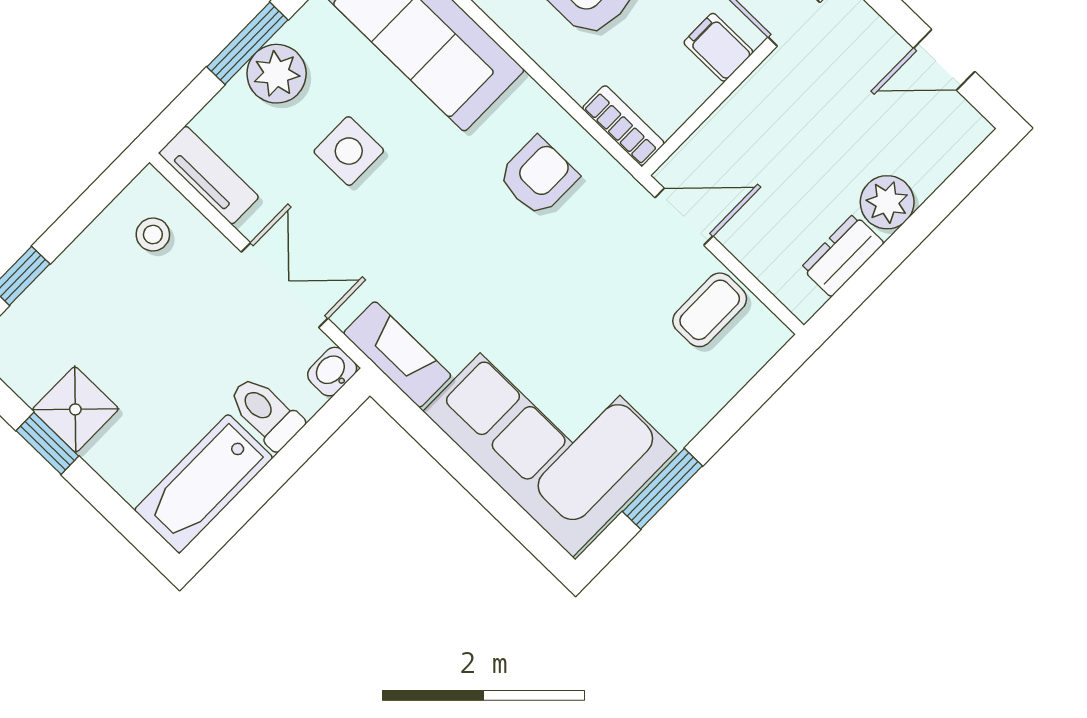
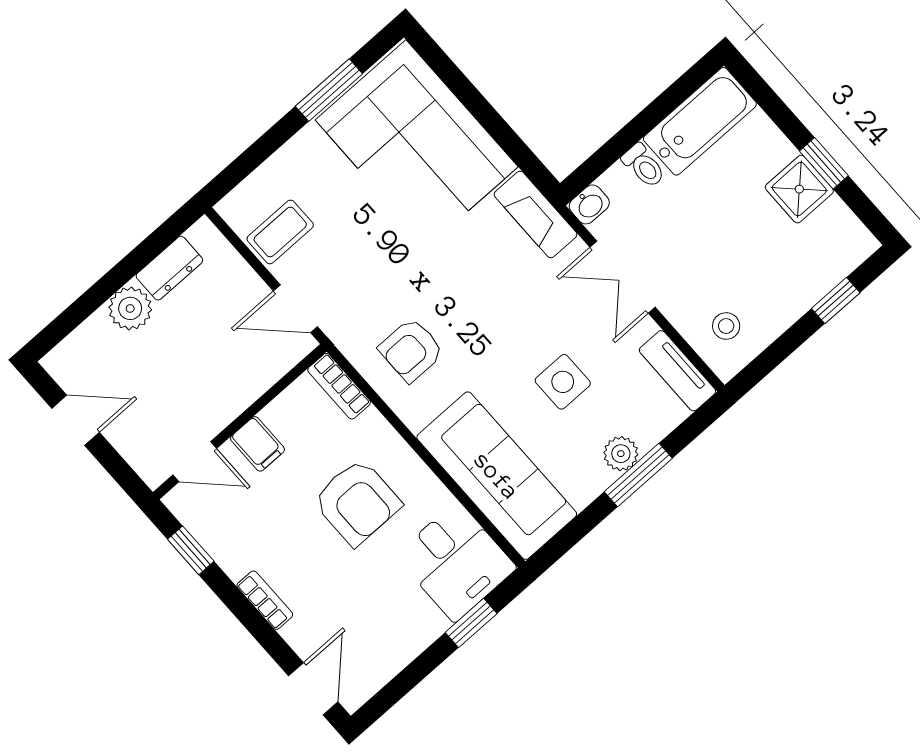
plant: (277, 74) -> (621, 454), width x0.73, depth x0.73
toilet: (266, 412) -> (644, 166), width x0.73, depth x0.72

